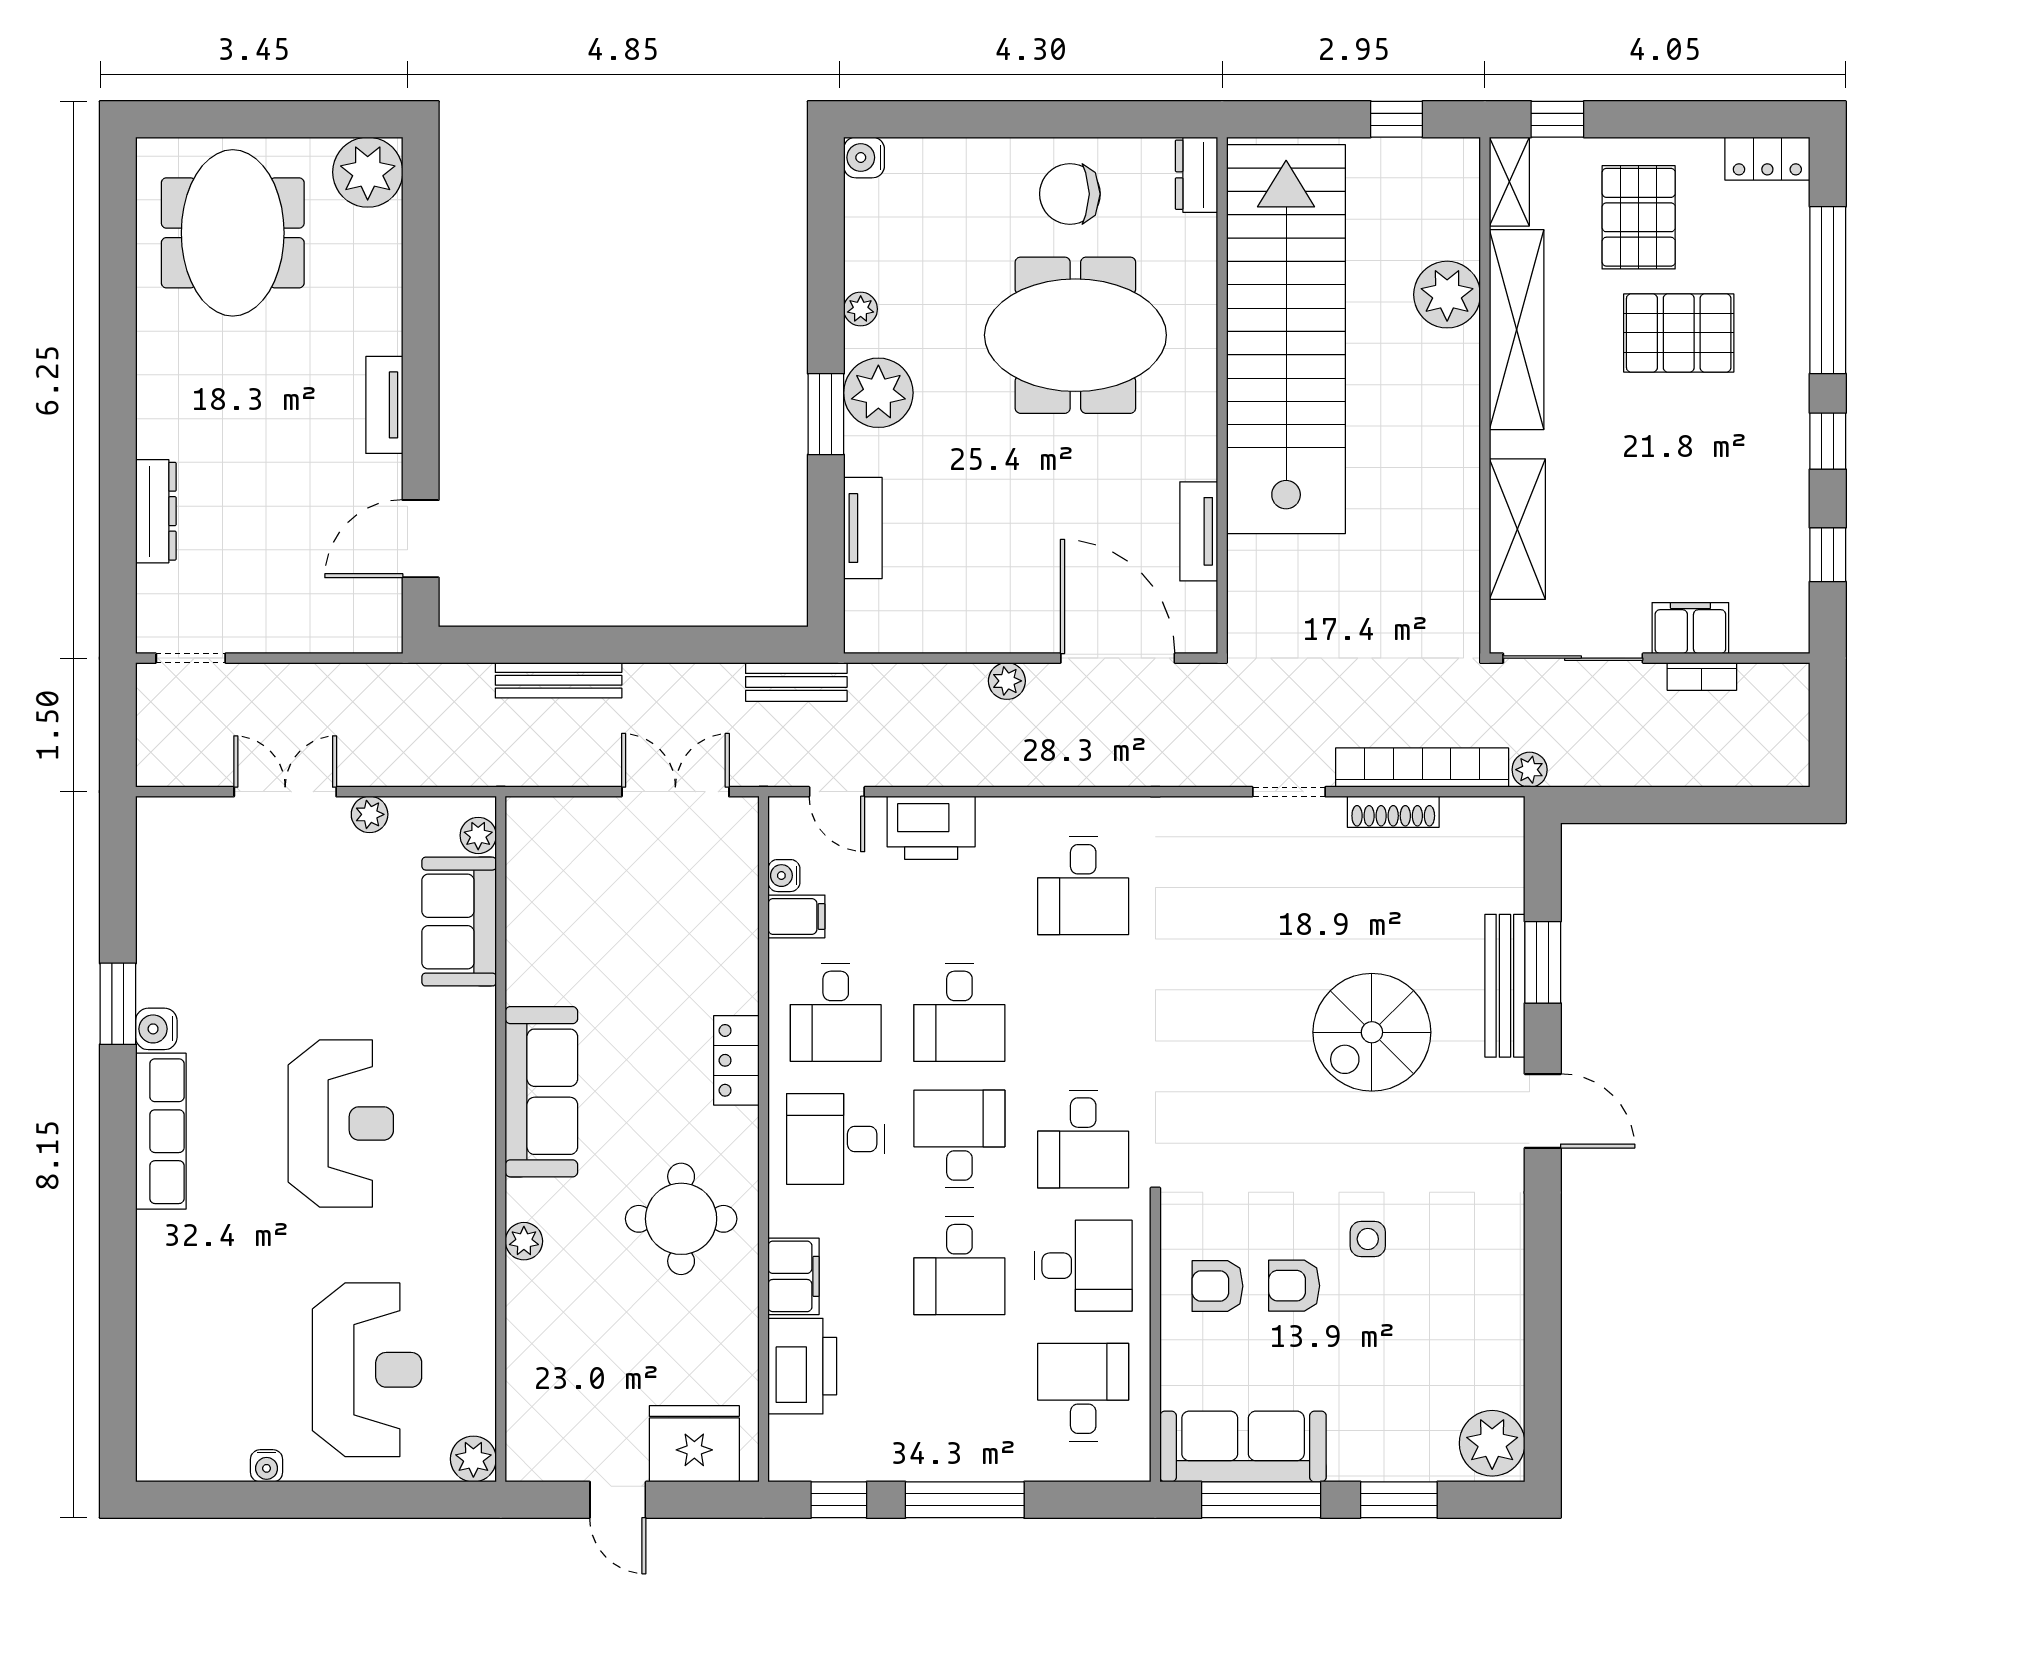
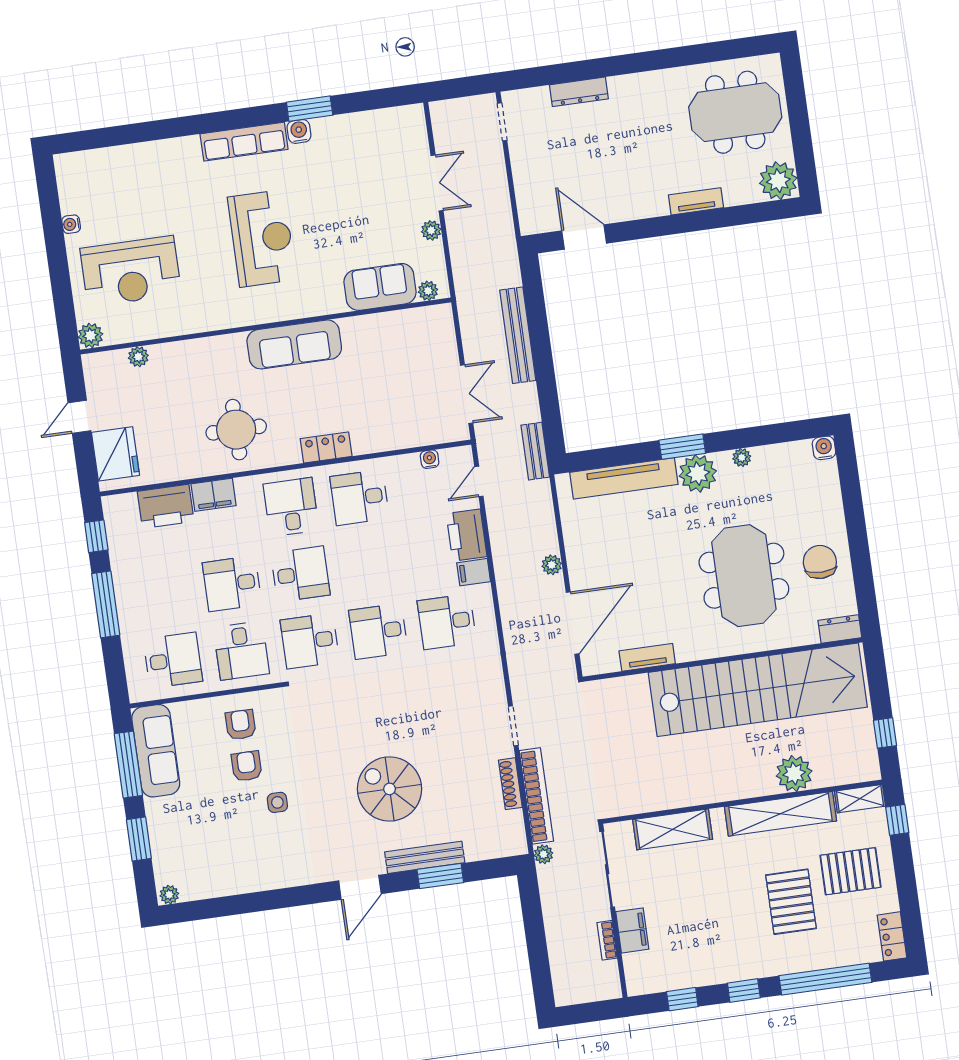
tv unit: (384, 405) -> (696, 201), moved
tv unit: (863, 528) -> (624, 478), width x1.92, depth x1.29
bench: (559, 680) -> (518, 335), width x1.37, depth x1.21
filing cabinet: (796, 916) -> (474, 572), moved, turned 90
desk: (959, 1012) -> (378, 631), moved
reception desk: (341, 1123) -> (262, 238), turned -90
plant: (524, 1241) -> (138, 357), moved
plant: (1492, 1443) -> (169, 895), width x0.53, depth x0.53

